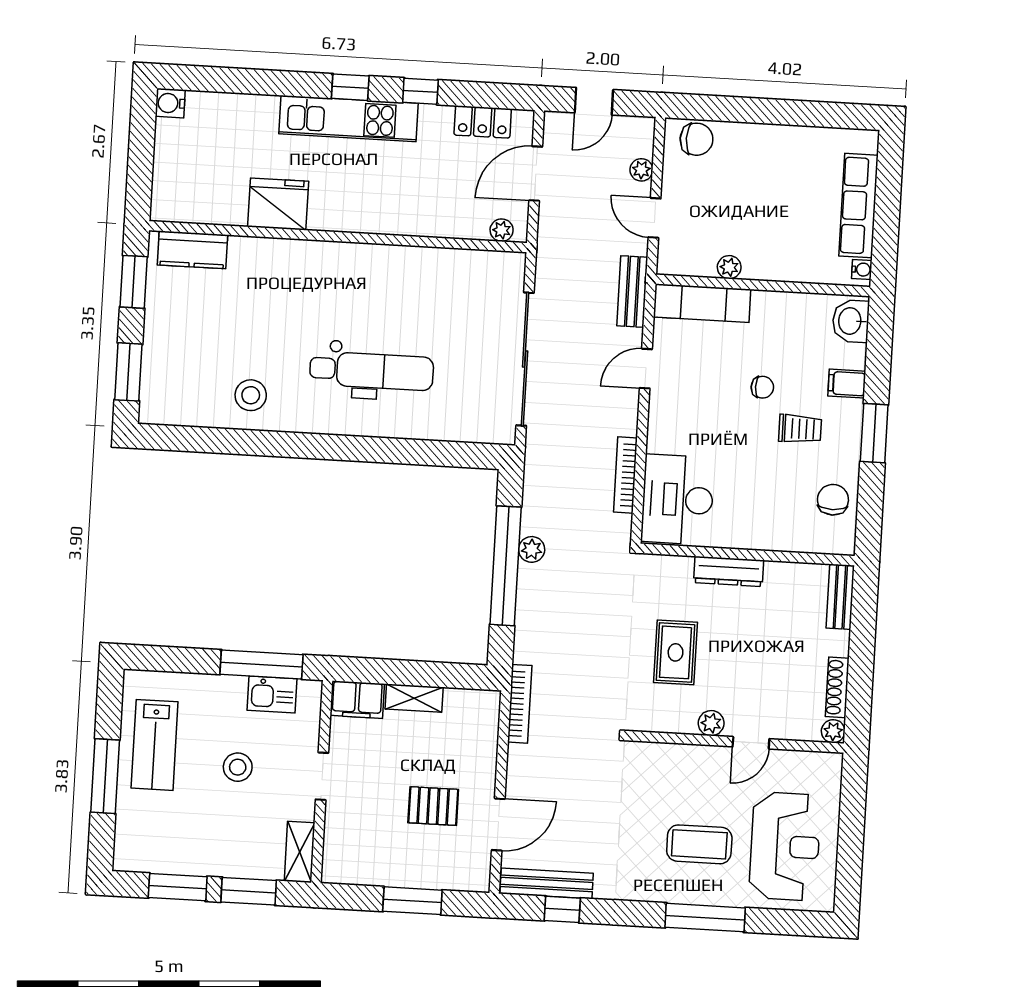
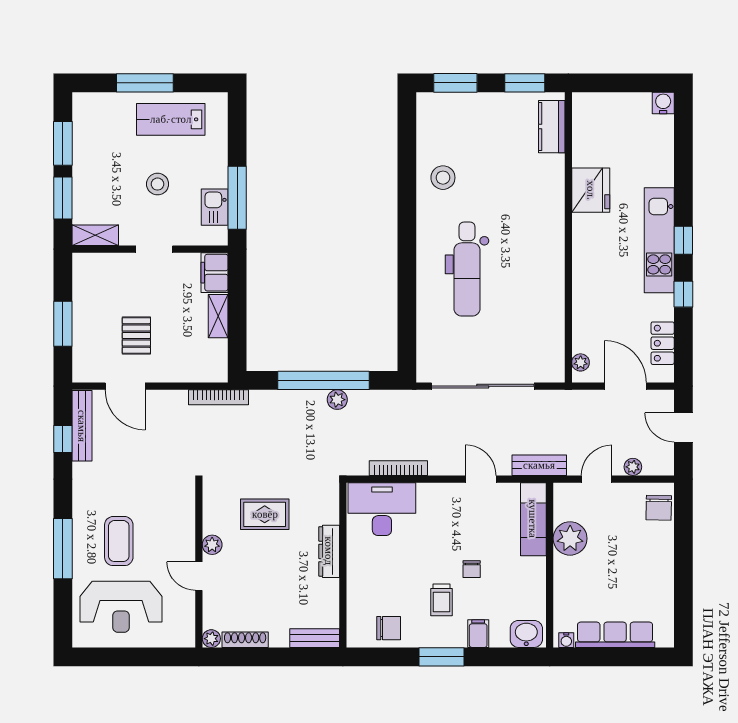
plant: (729, 267) -> (570, 538), width x1.88, depth x1.88

